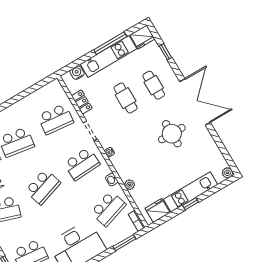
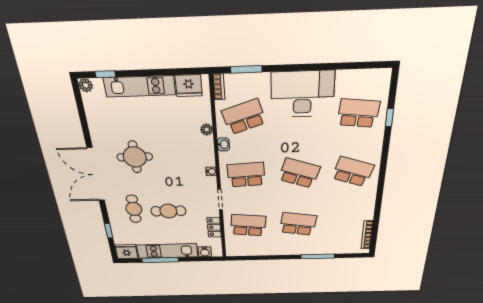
cafe table: (126, 98) -> (168, 211), turned 90
school desk: (43, 187) -> (299, 173), turned 36
window: (191, 204) -> (105, 74), moved

